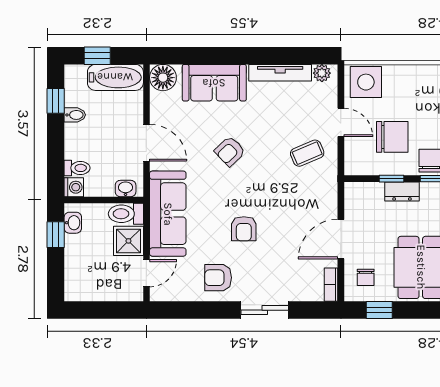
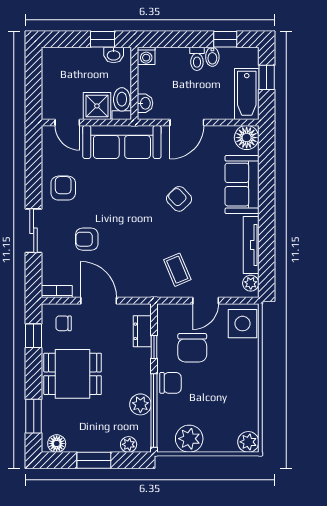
toilet: (77, 168) -> (197, 59), moved
dresser: (402, 191) -> (142, 331), moved
armchair: (244, 229) -> (87, 239), moved

